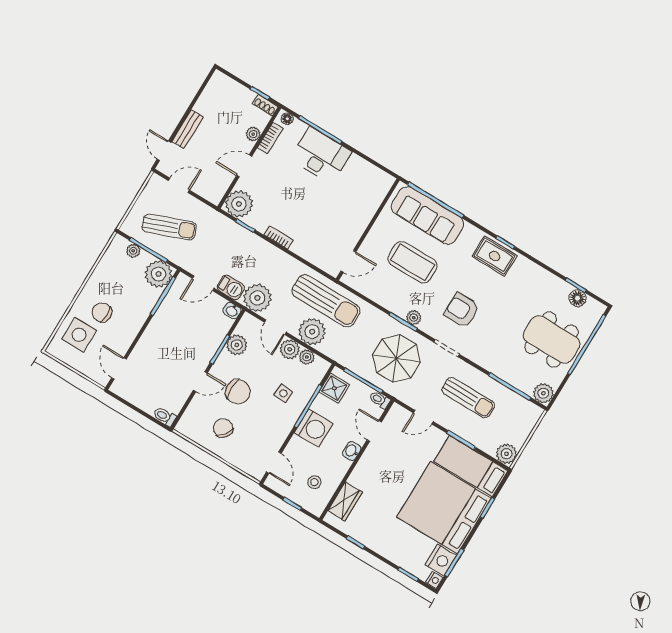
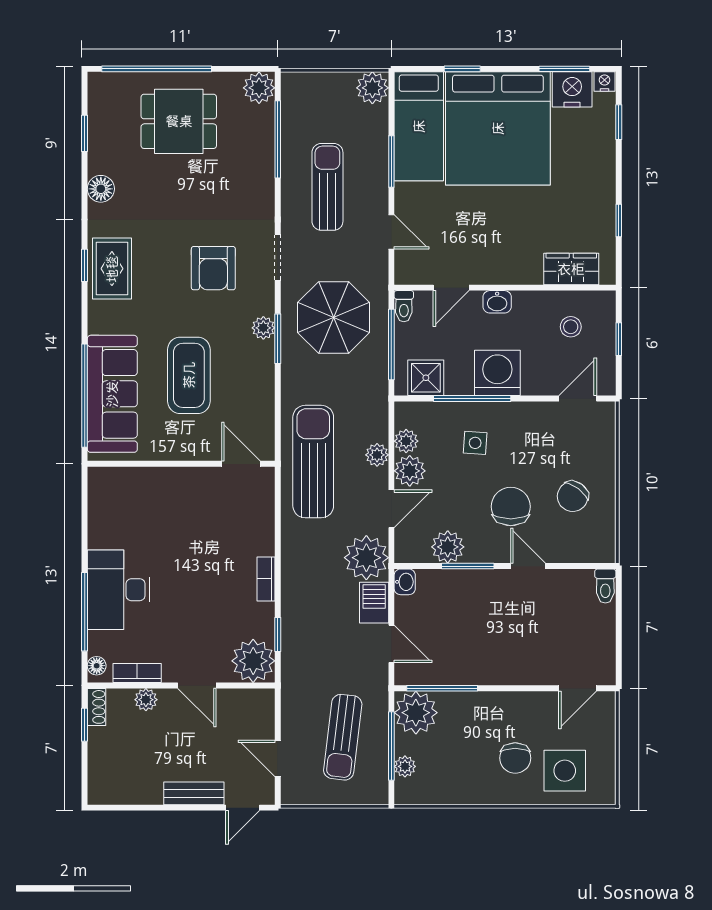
sun lounger: (169, 227) -> (343, 737), turned -152
floor lamp: (578, 298) -> (101, 189), moved
plant: (312, 332) -> (377, 455), width x0.53, depth x0.53
dining table: (551, 339) -> (179, 121), width x0.73

